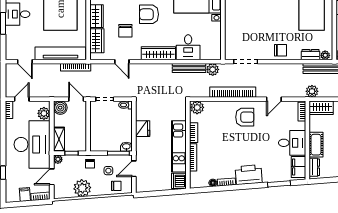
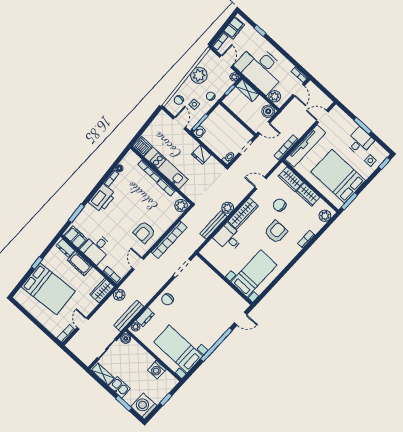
plant: (213, 69) -> (228, 208), moved
filing cabinet: (25, 195) -> (234, 28), width x2.00

